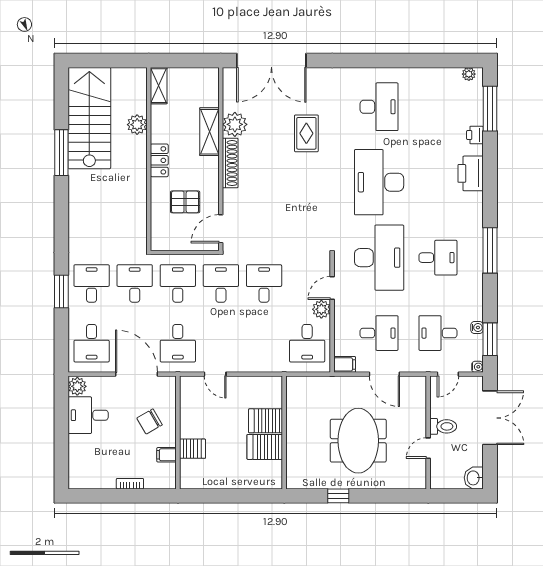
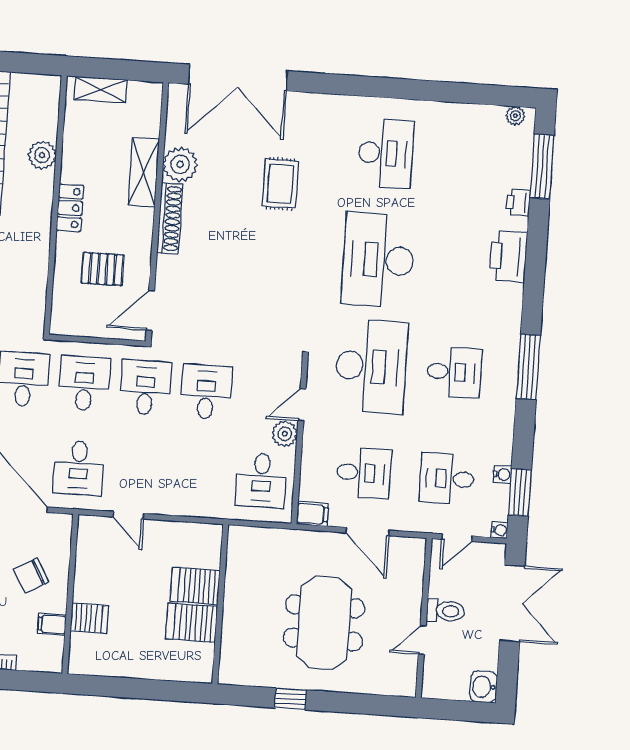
shelving: (159, 86) -> (100, 90), moved, turned 90

